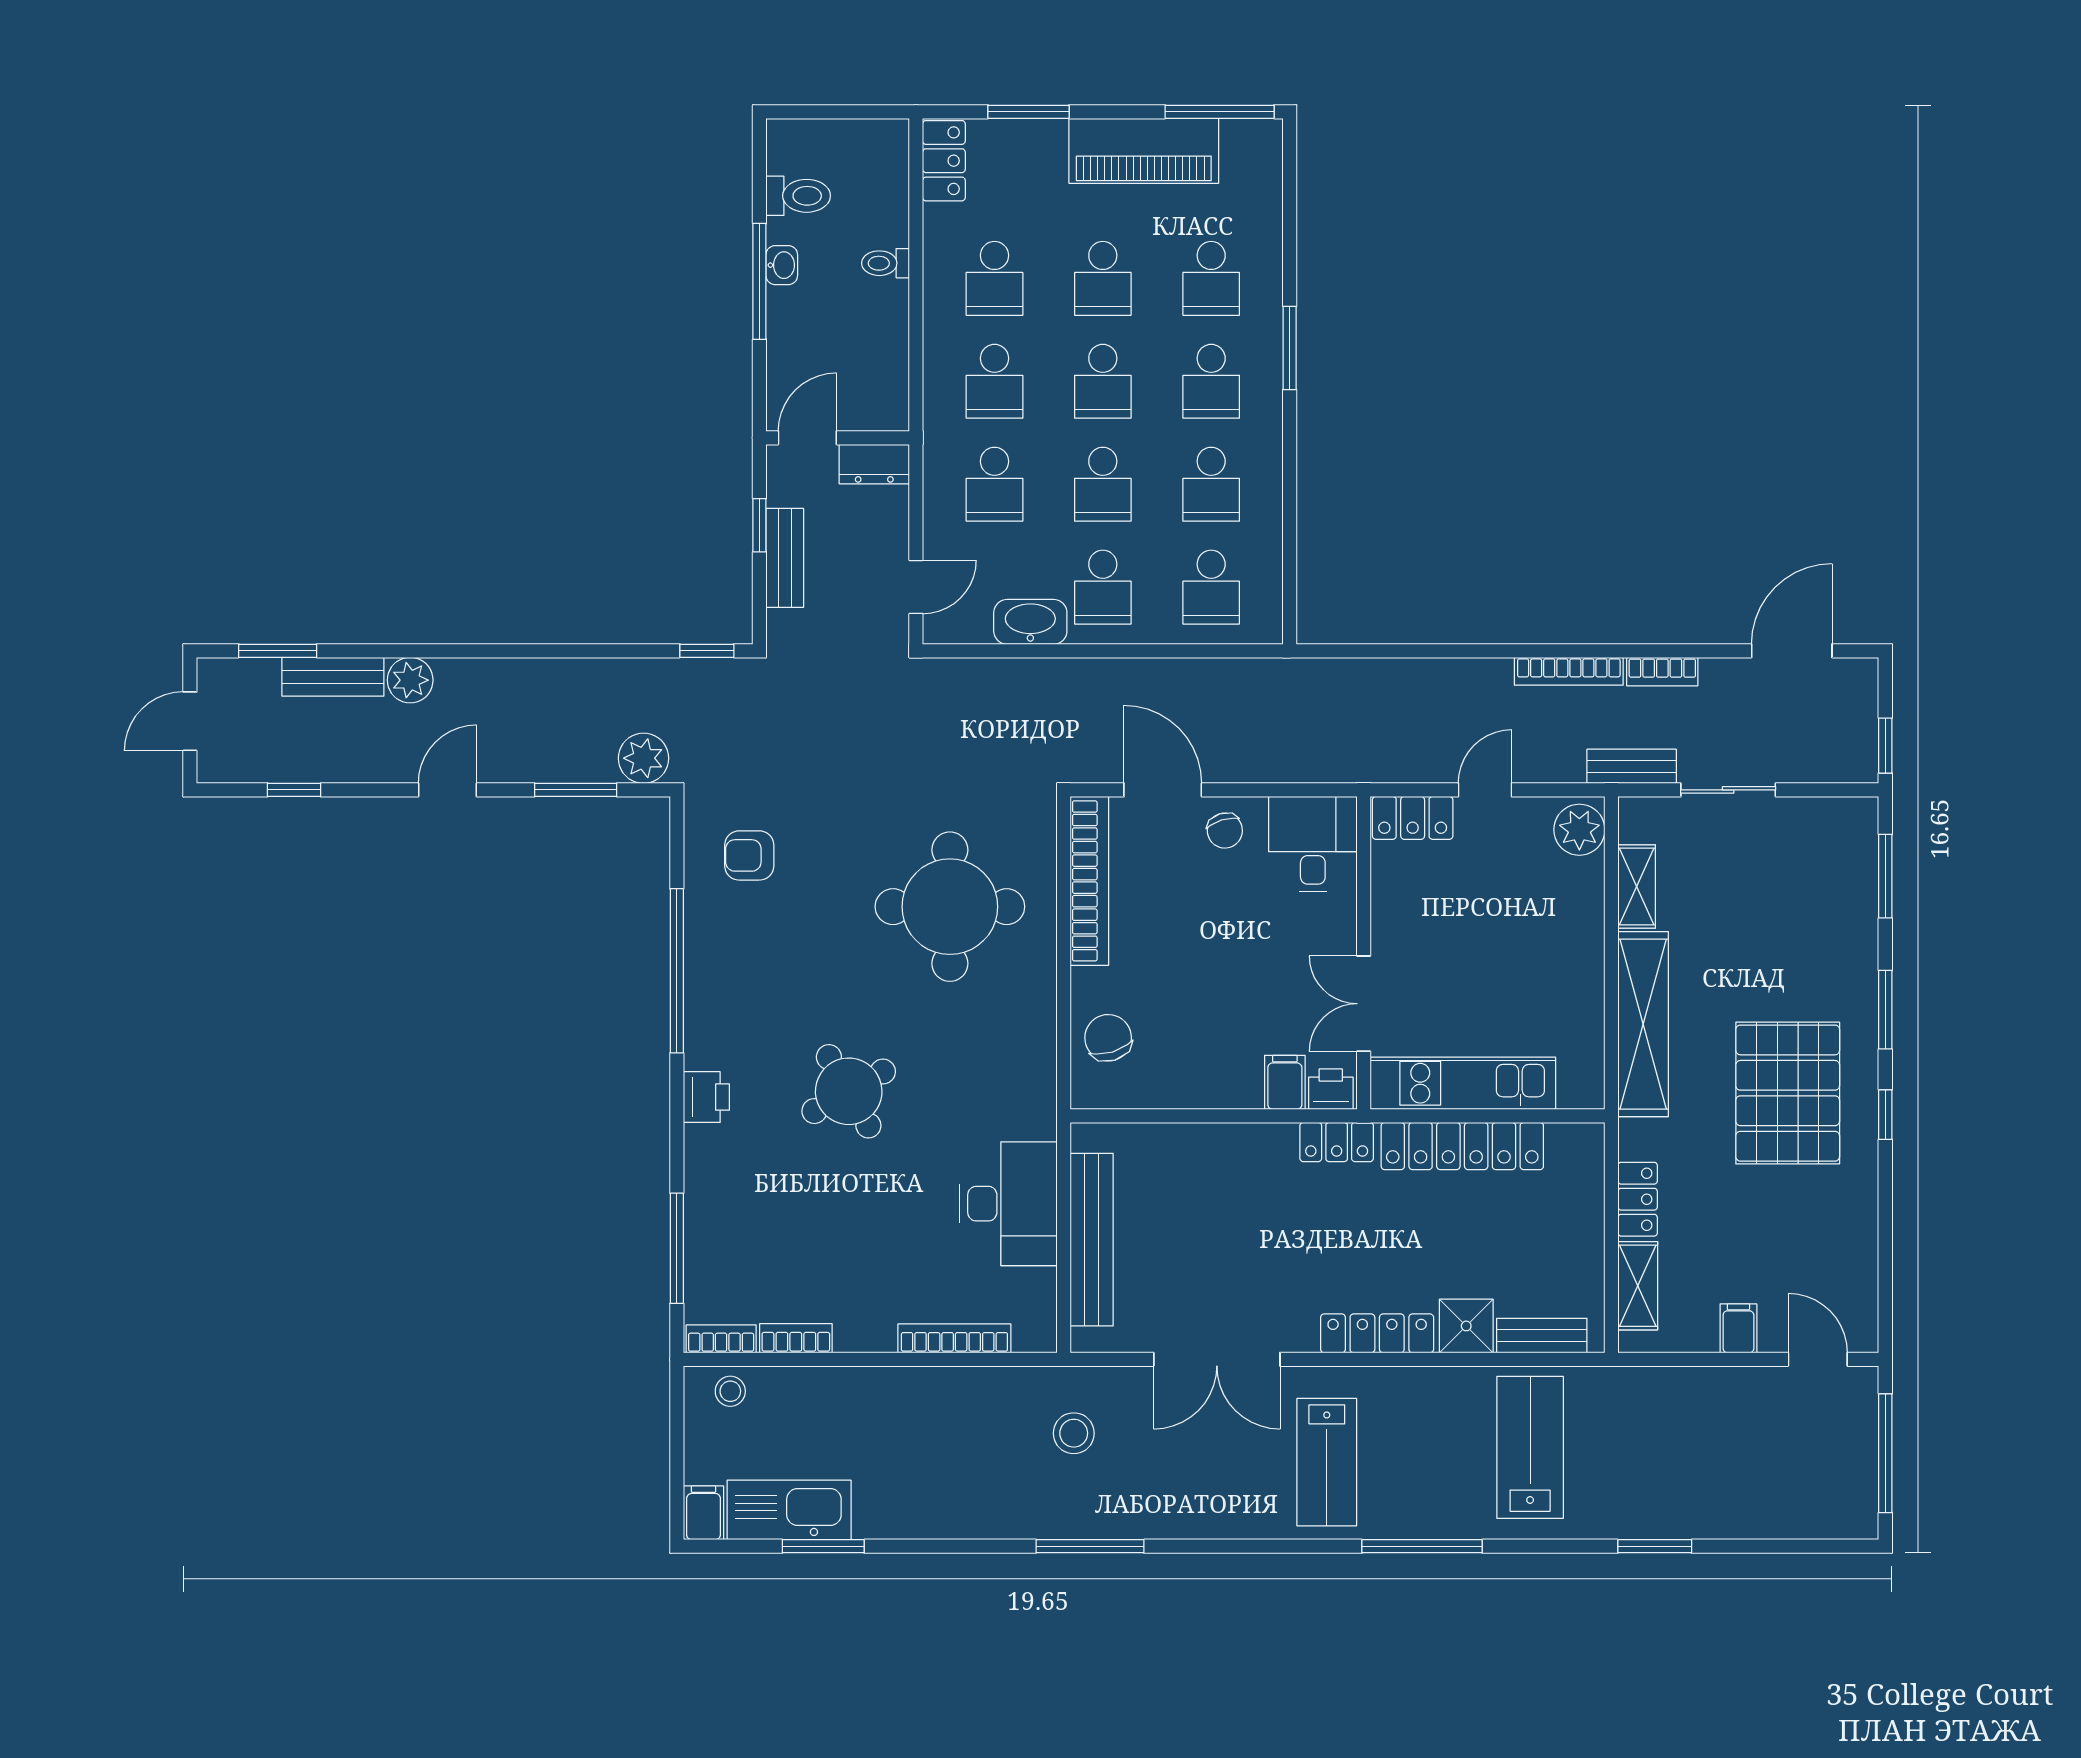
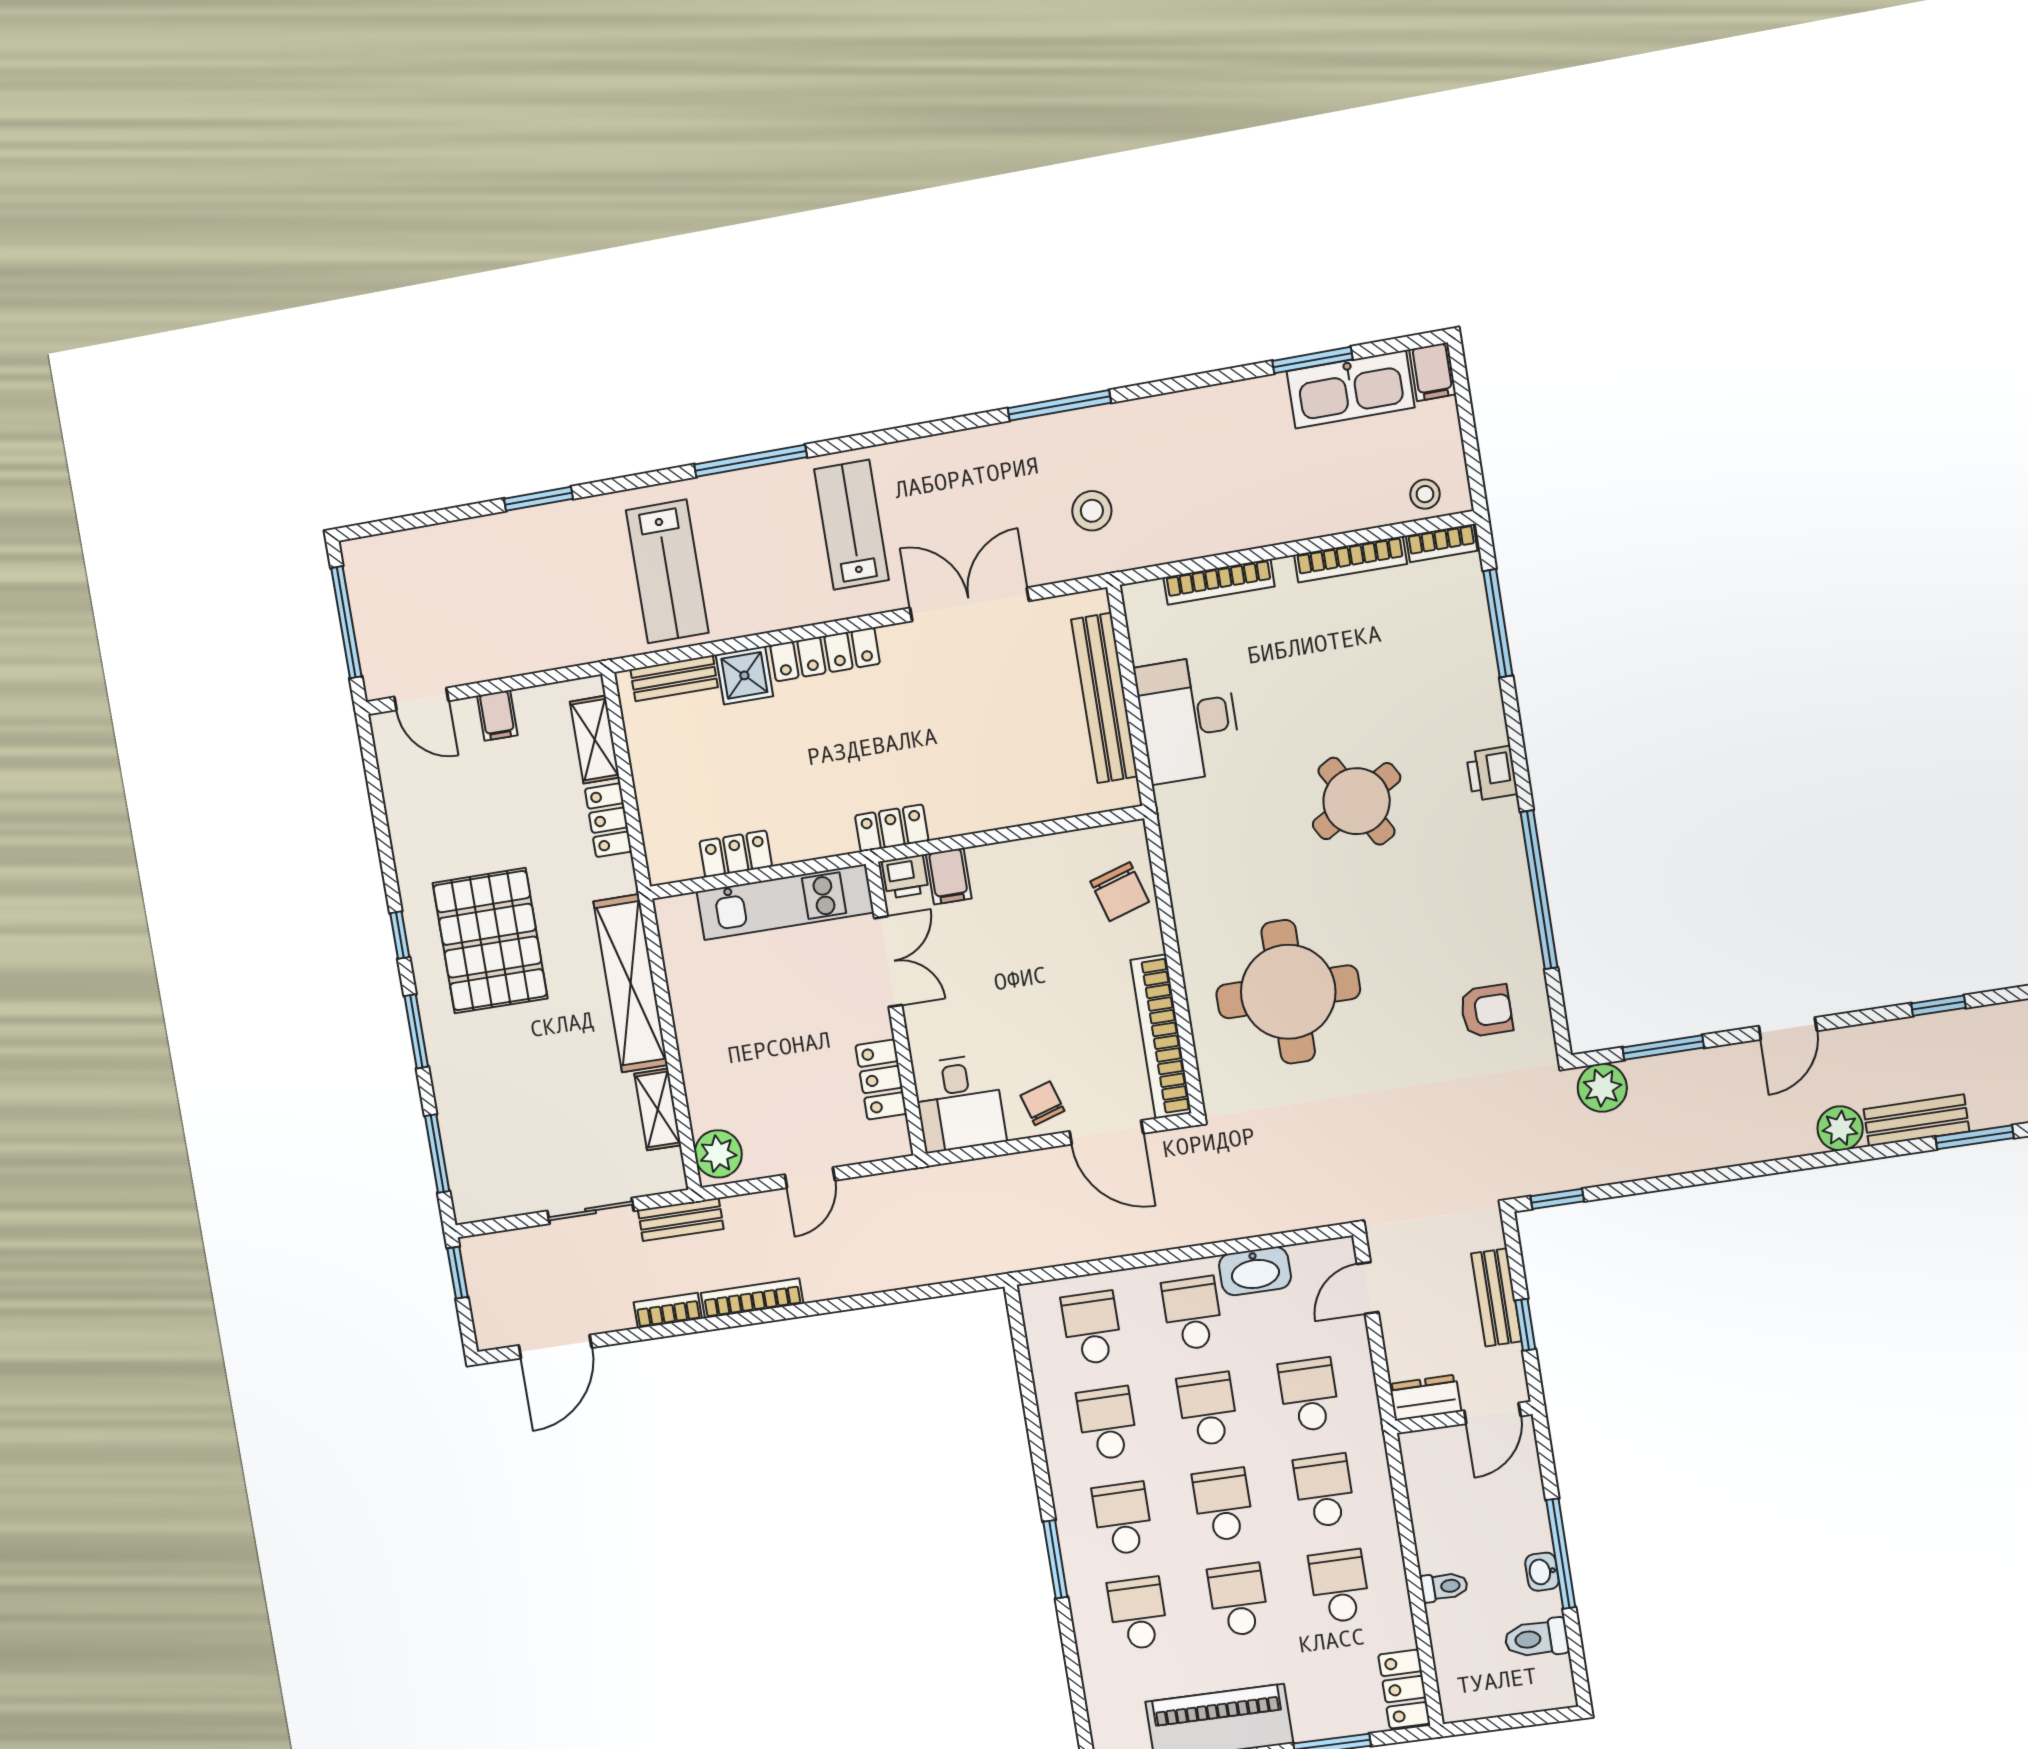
locker: (1413, 818) -> (881, 1080), moved, turned -90
locker: (1462, 1146) -> (736, 854), width x0.46, depth x0.83
bookcase: (796, 1338) -> (1350, 559), width x1.56

